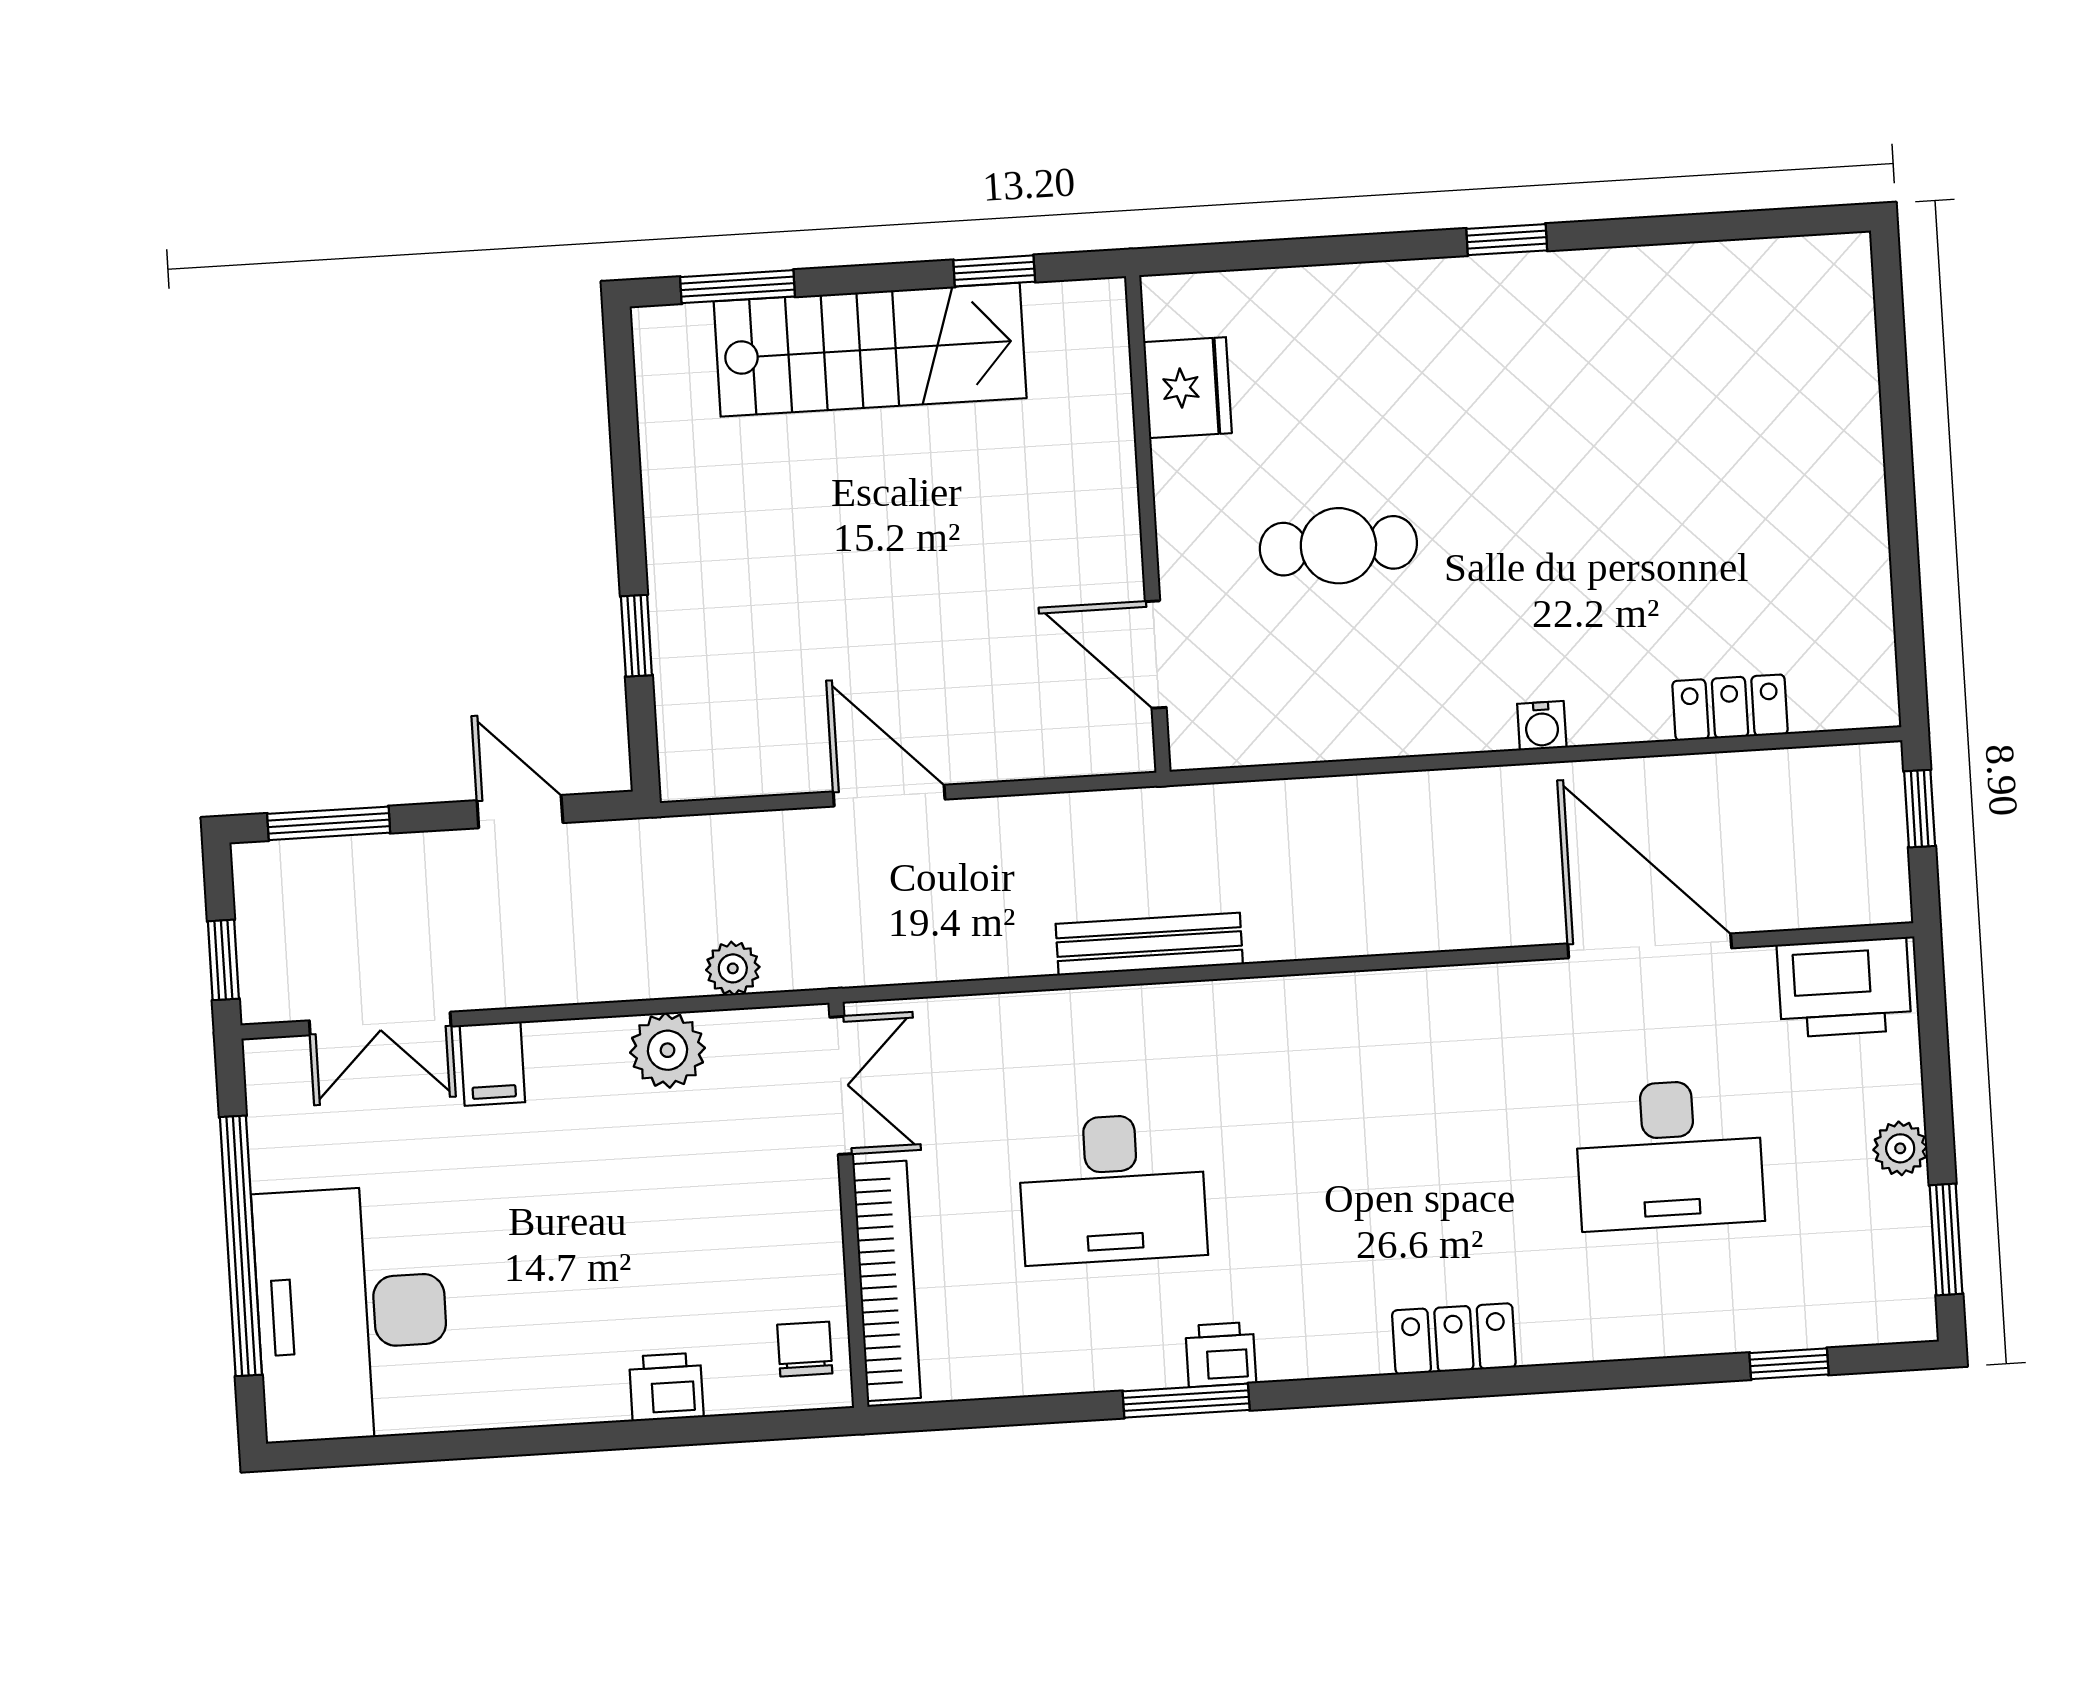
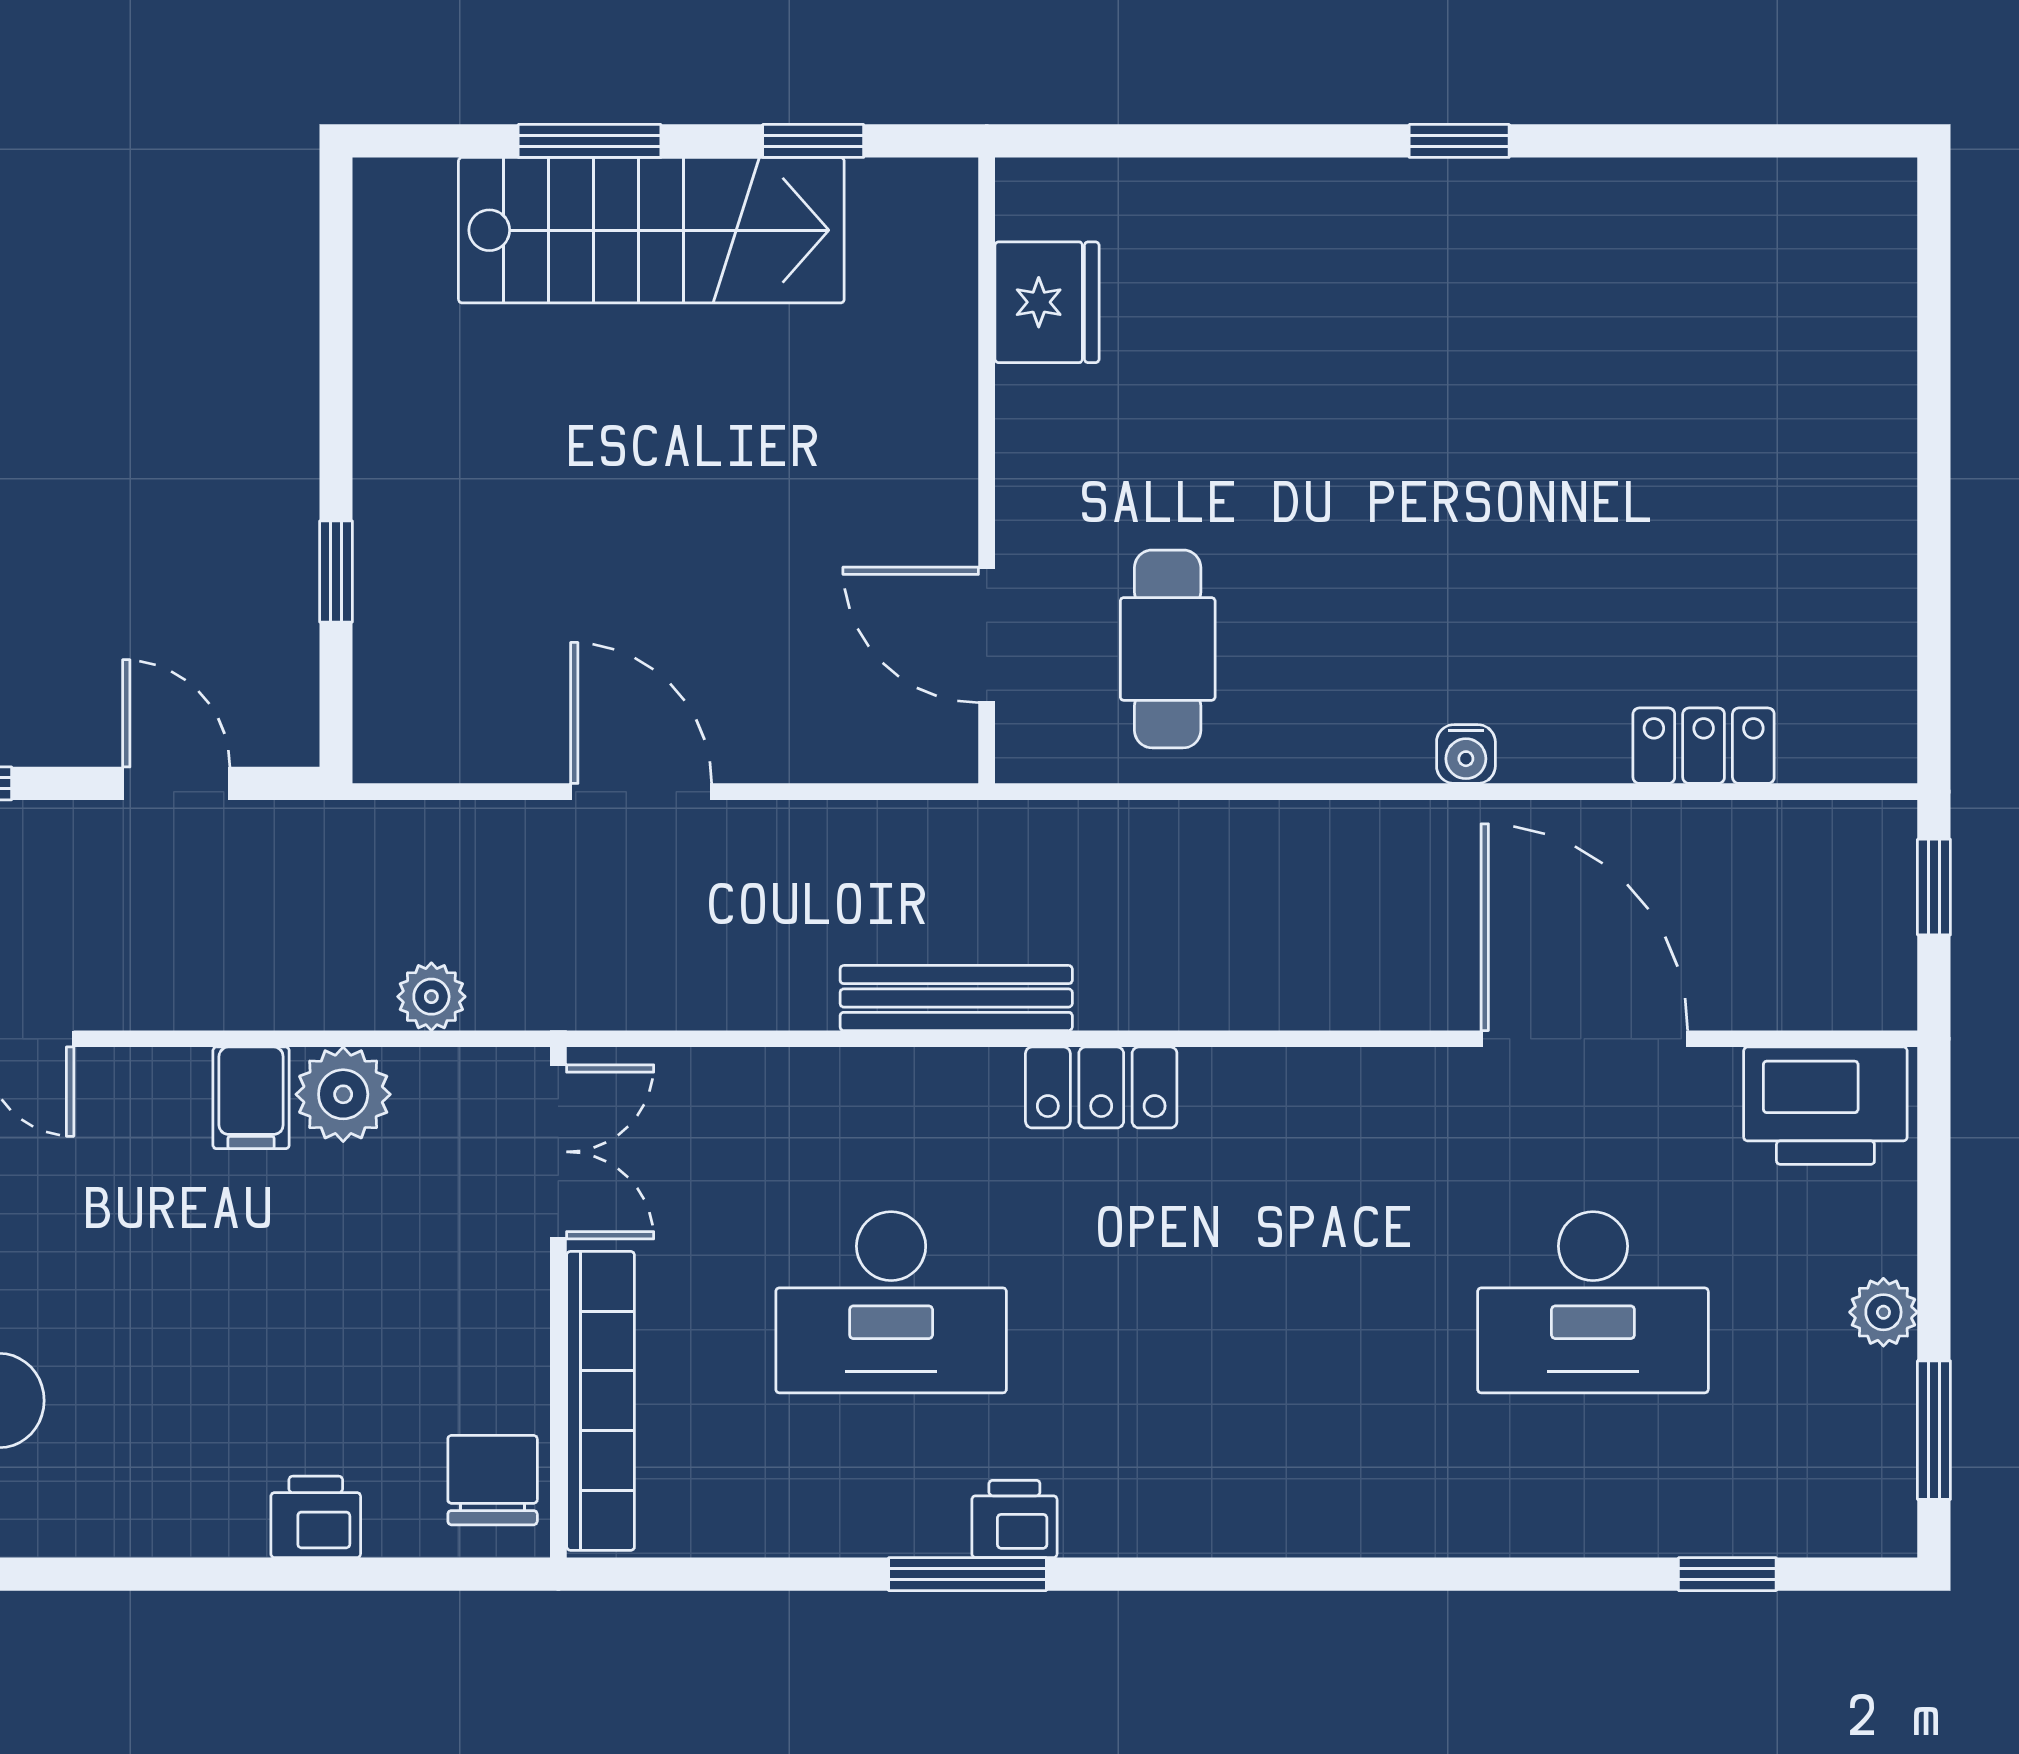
window: (737, 287) -> (590, 141), moved
cafe table: (1338, 546) -> (1168, 649), moved, turned 90
filing cabinet: (492, 1064) -> (251, 1098), moved
locker: (1454, 1339) -> (1101, 1087), moved, turned 180
chair: (805, 1349) -> (493, 1480), width x1.37, depth x1.37

